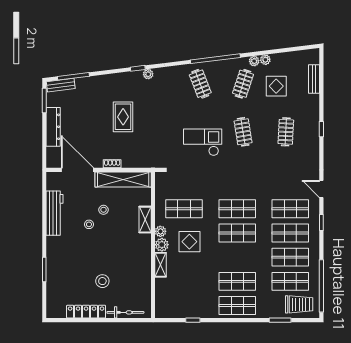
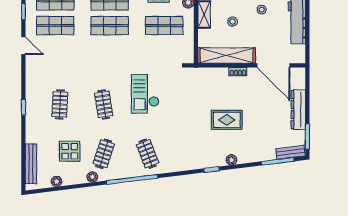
plant: (265, 60) -> (57, 181), moved
plant: (148, 74) -> (231, 160), moved
bench: (314, 79) -> (31, 164), width x1.36
rug: (123, 117) -> (227, 120), turned 90
checkout: (203, 142) -> (145, 94), turned 90
stool: (103, 210) -> (233, 22), moved

